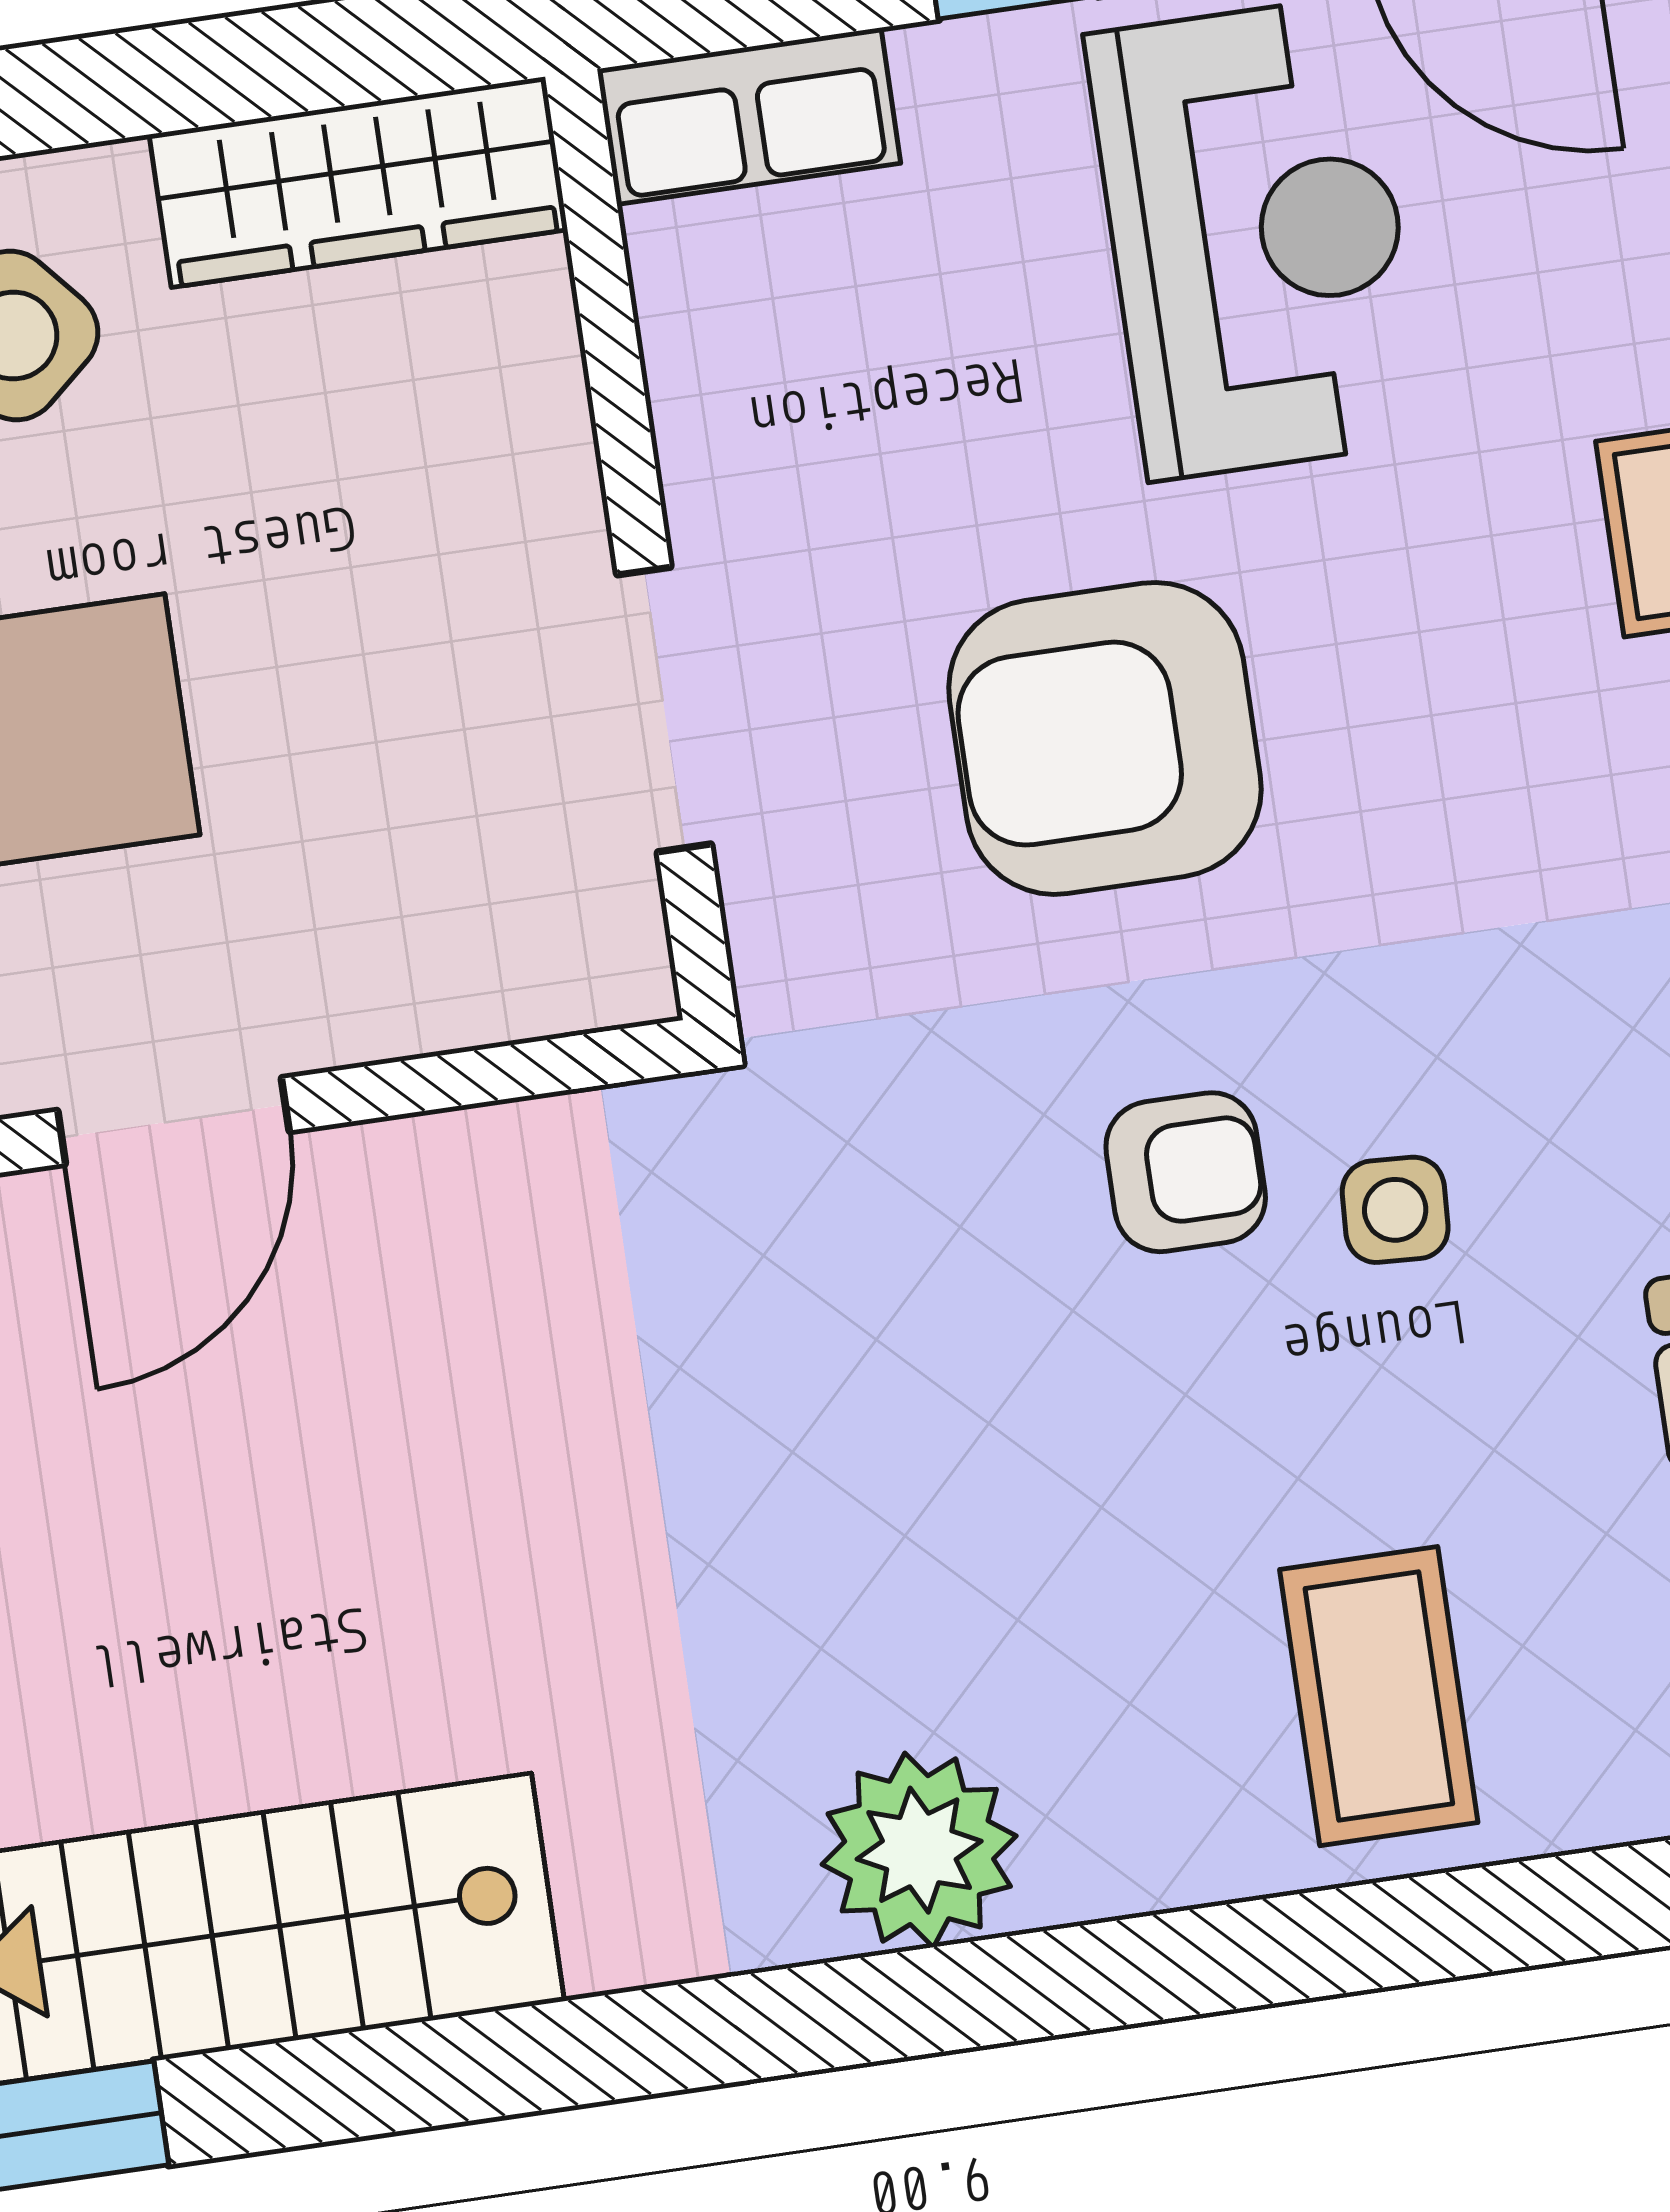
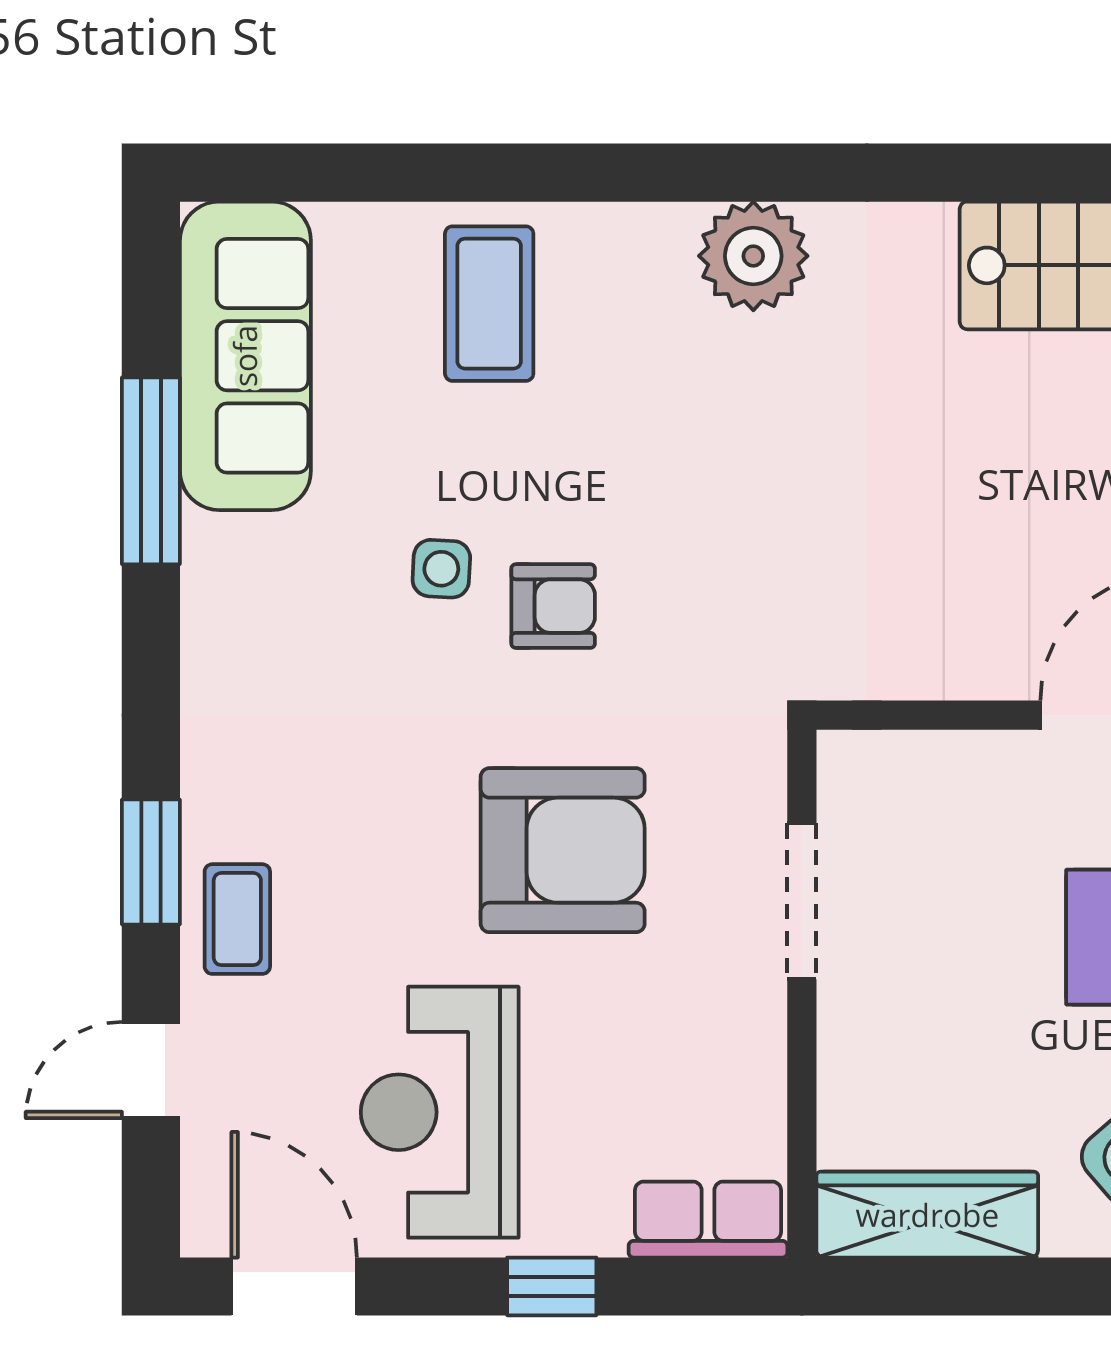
armchair: (1186, 1172) -> (553, 606), turned 180

